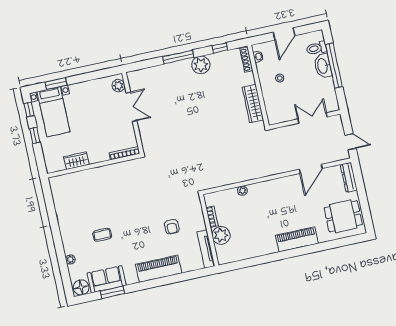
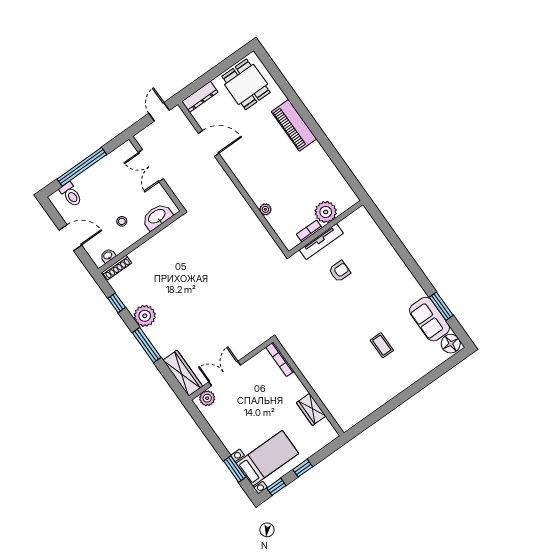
washbasin: (323, 66) -> (157, 217), moved, turned 180
wardrobe: (253, 104) -> (183, 373), moved, turned -90
tv unit: (206, 249) -> (321, 242), moved
plant: (70, 259) -> (425, 369), removed
piano: (159, 269) -> (393, 266), removed

